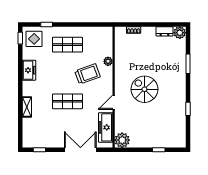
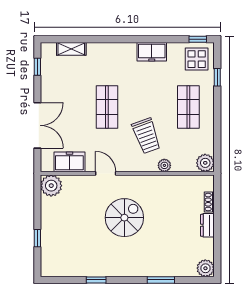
dresser: (164, 31) -> (207, 225), moved
plant: (106, 33) -> (205, 163), added
shelving: (27, 107) -> (71, 49), moved
freezer: (106, 127) -> (69, 162), width x0.71

